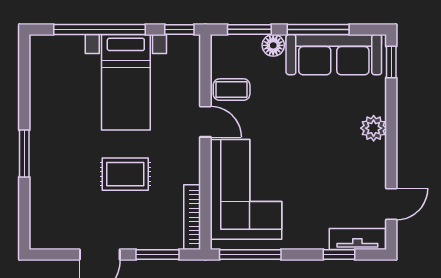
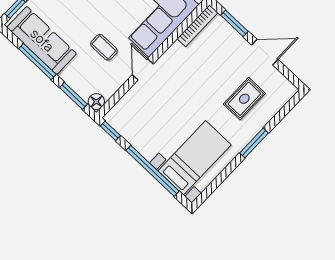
floor lamp: (273, 45) -> (96, 102), moved
bed with nightstands: (126, 82) -> (195, 158), moved
coffee table: (232, 90) -> (104, 47), moved
rug: (125, 174) -> (244, 99), moved, turned 90

